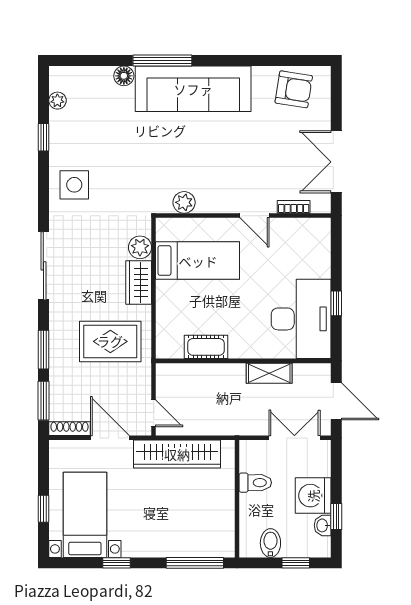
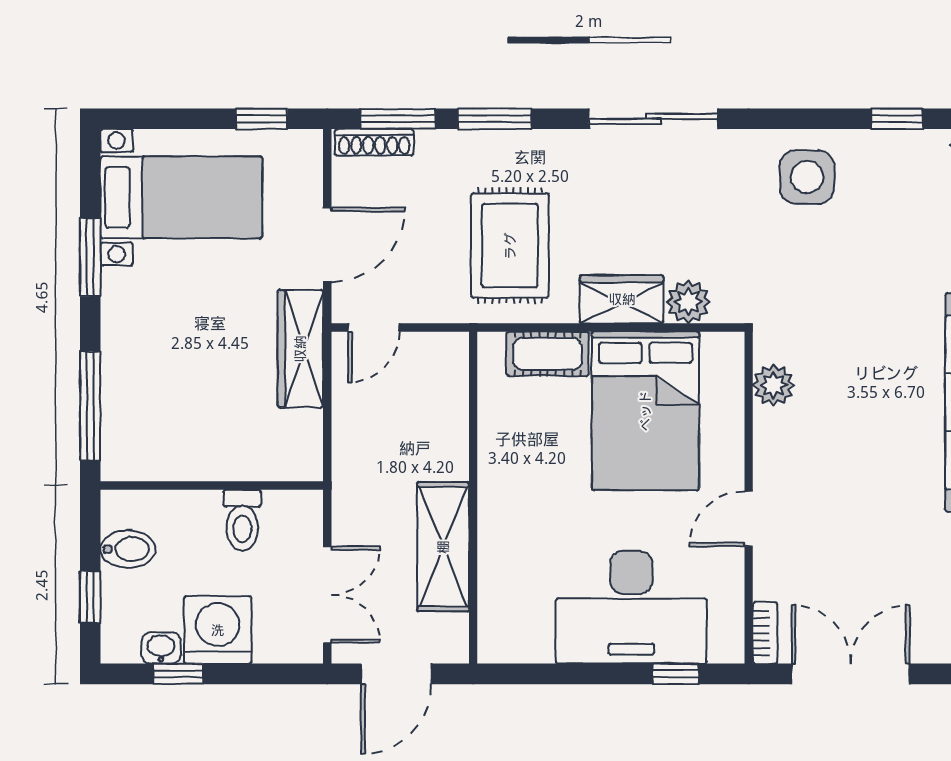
bookcase: (294, 207) -> (765, 633), moved
bed: (198, 261) -> (645, 411), width x1.50
window: (336, 303) -> (676, 674), moved
desk: (301, 319) -> (631, 607), moved
cot: (206, 347) -> (548, 354), moved, turned 90
shelving: (269, 373) -> (443, 547), width x1.50, depth x1.33
shoe rack: (69, 429) -> (374, 142), moved, turned 90
wardrobe: (177, 454) -> (300, 349), width x0.71, depth x0.85
window: (43, 509) -> (262, 119), moved
window: (116, 563) -> (90, 257), width x1.50

